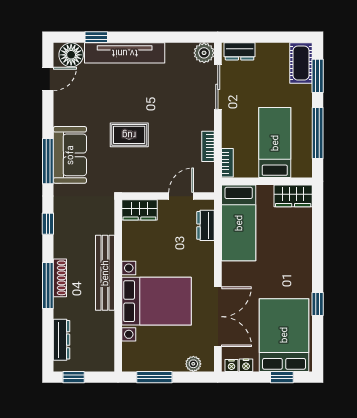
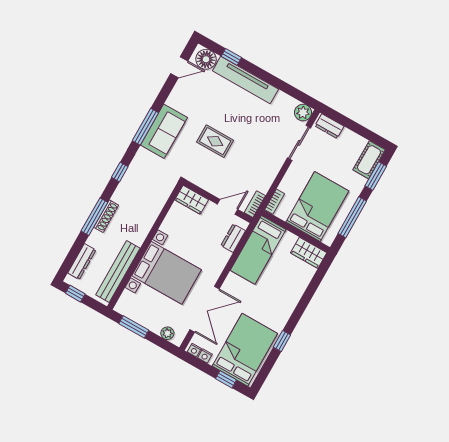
bed: (275, 143) -> (317, 207), width x1.50
bookcase: (208, 146) -> (255, 204), moved
bench: (105, 273) -> (118, 272), moved

